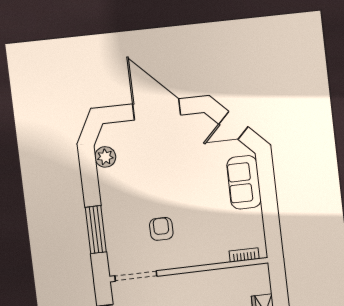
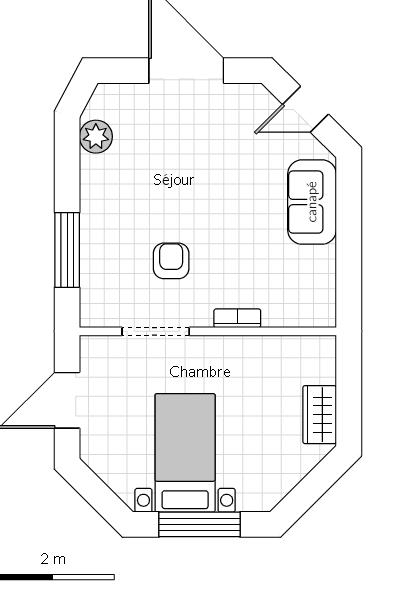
bookcase: (244, 255) -> (237, 318), moved
doorway: (136, 276) -> (156, 331), moved

